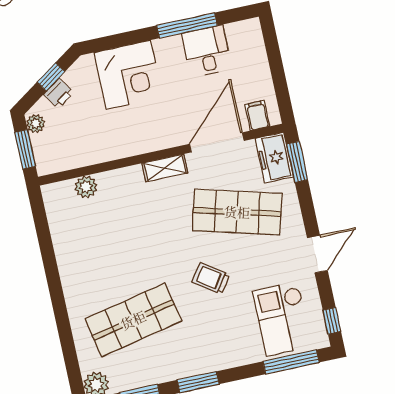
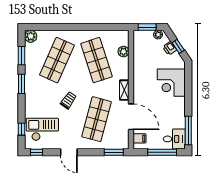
window: (187, 25) -> (188, 130), moved
desk: (207, 51) -> (174, 139), moved
window: (276, 63) -> (162, 152), added
freezer: (274, 158) -> (118, 142), removed
shop shelf: (116, 239) -> (97, 60), added
shop shelf: (133, 320) -> (57, 60), turned 36
window: (291, 362) -> (21, 129), width x0.46

